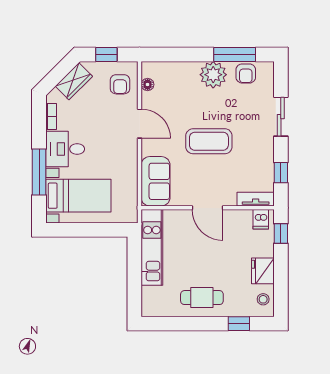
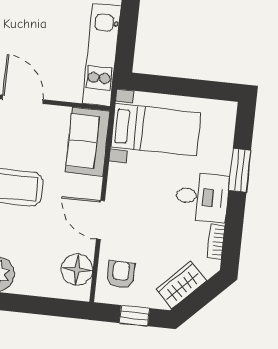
floor lamp: (148, 84) -> (77, 270), width x1.89, depth x1.89
window: (39, 172) -> (240, 170), width x0.69
bed with nightstands: (78, 196) -> (156, 130), moved, turned 180

